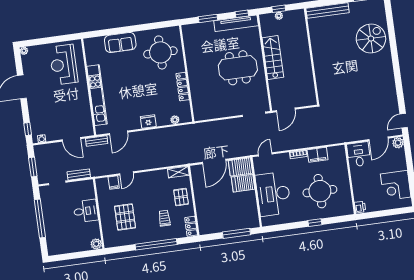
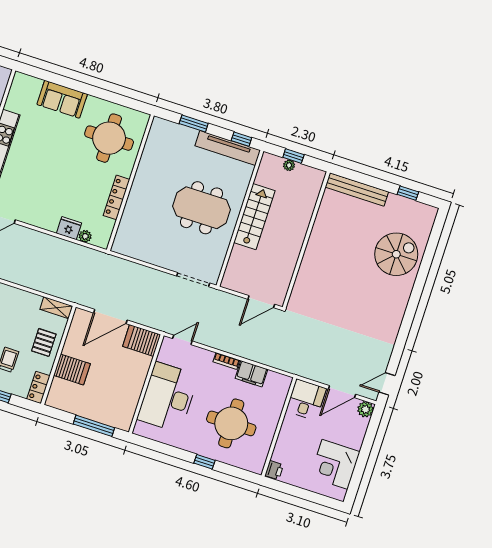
door: (286, 110) -> (261, 302), moved
fridge: (148, 122) -> (69, 228), moved
server rack: (243, 183) -> (72, 370), moved, turned 180

